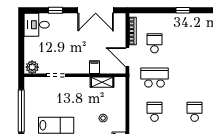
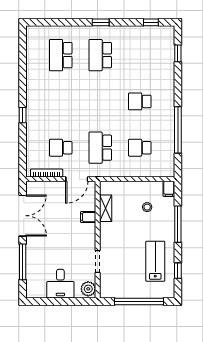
window: (56, 10) -> (23, 262), width x2.17
desk: (37, 25) -> (60, 284), moved

